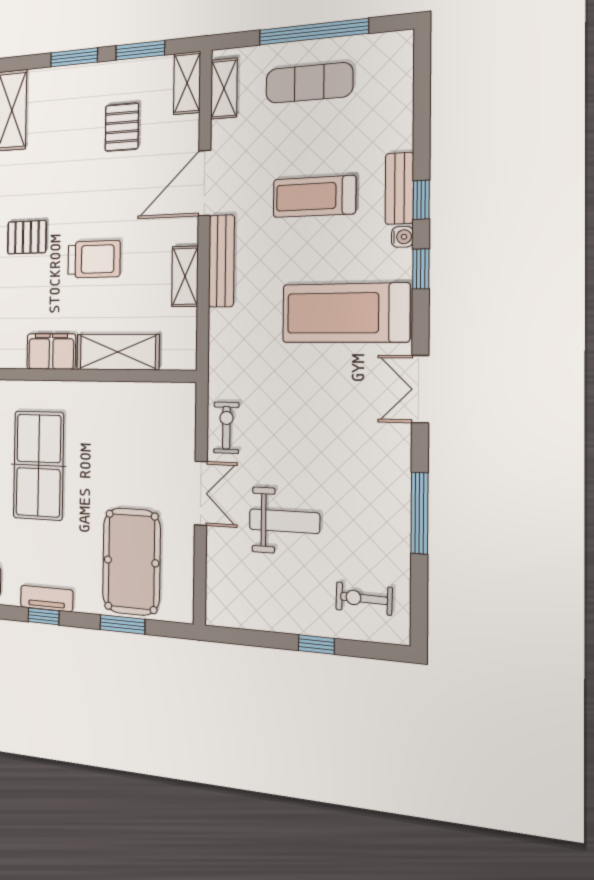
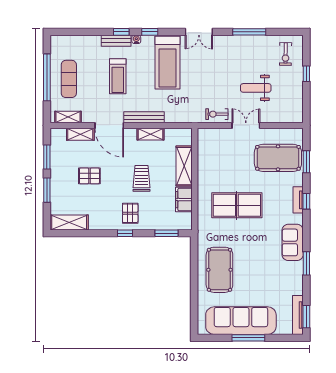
shelving: (187, 83) -> (80, 134), moved
pallet: (122, 127) -> (89, 176), moved
weight bench: (284, 521) -> (256, 88), turned -90

